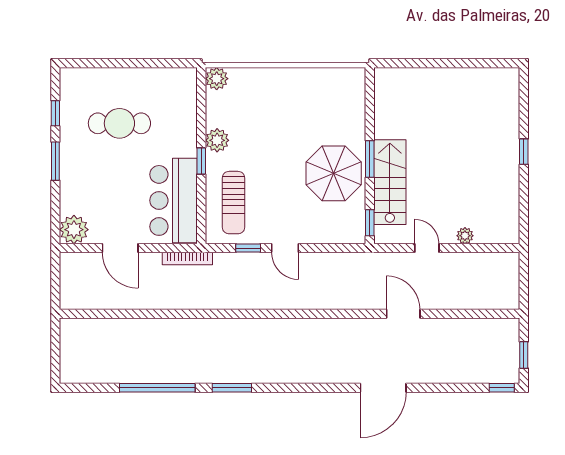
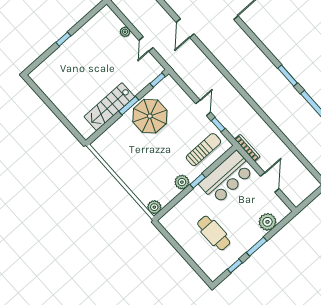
stairs: (390, 182) -> (109, 107), moved
plant: (74, 230) -> (267, 222), moved

